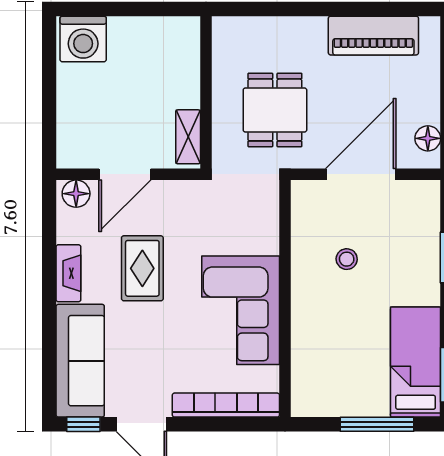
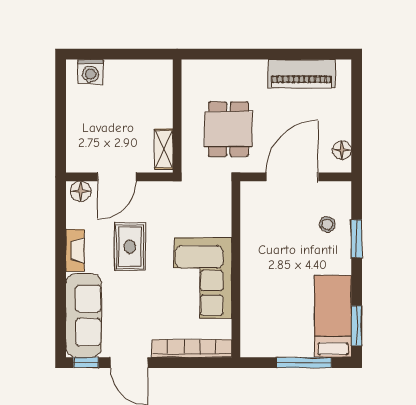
washing machine: (83, 39) -> (90, 72), width x0.73, depth x0.73
stool: (347, 259) -> (327, 224), moved

